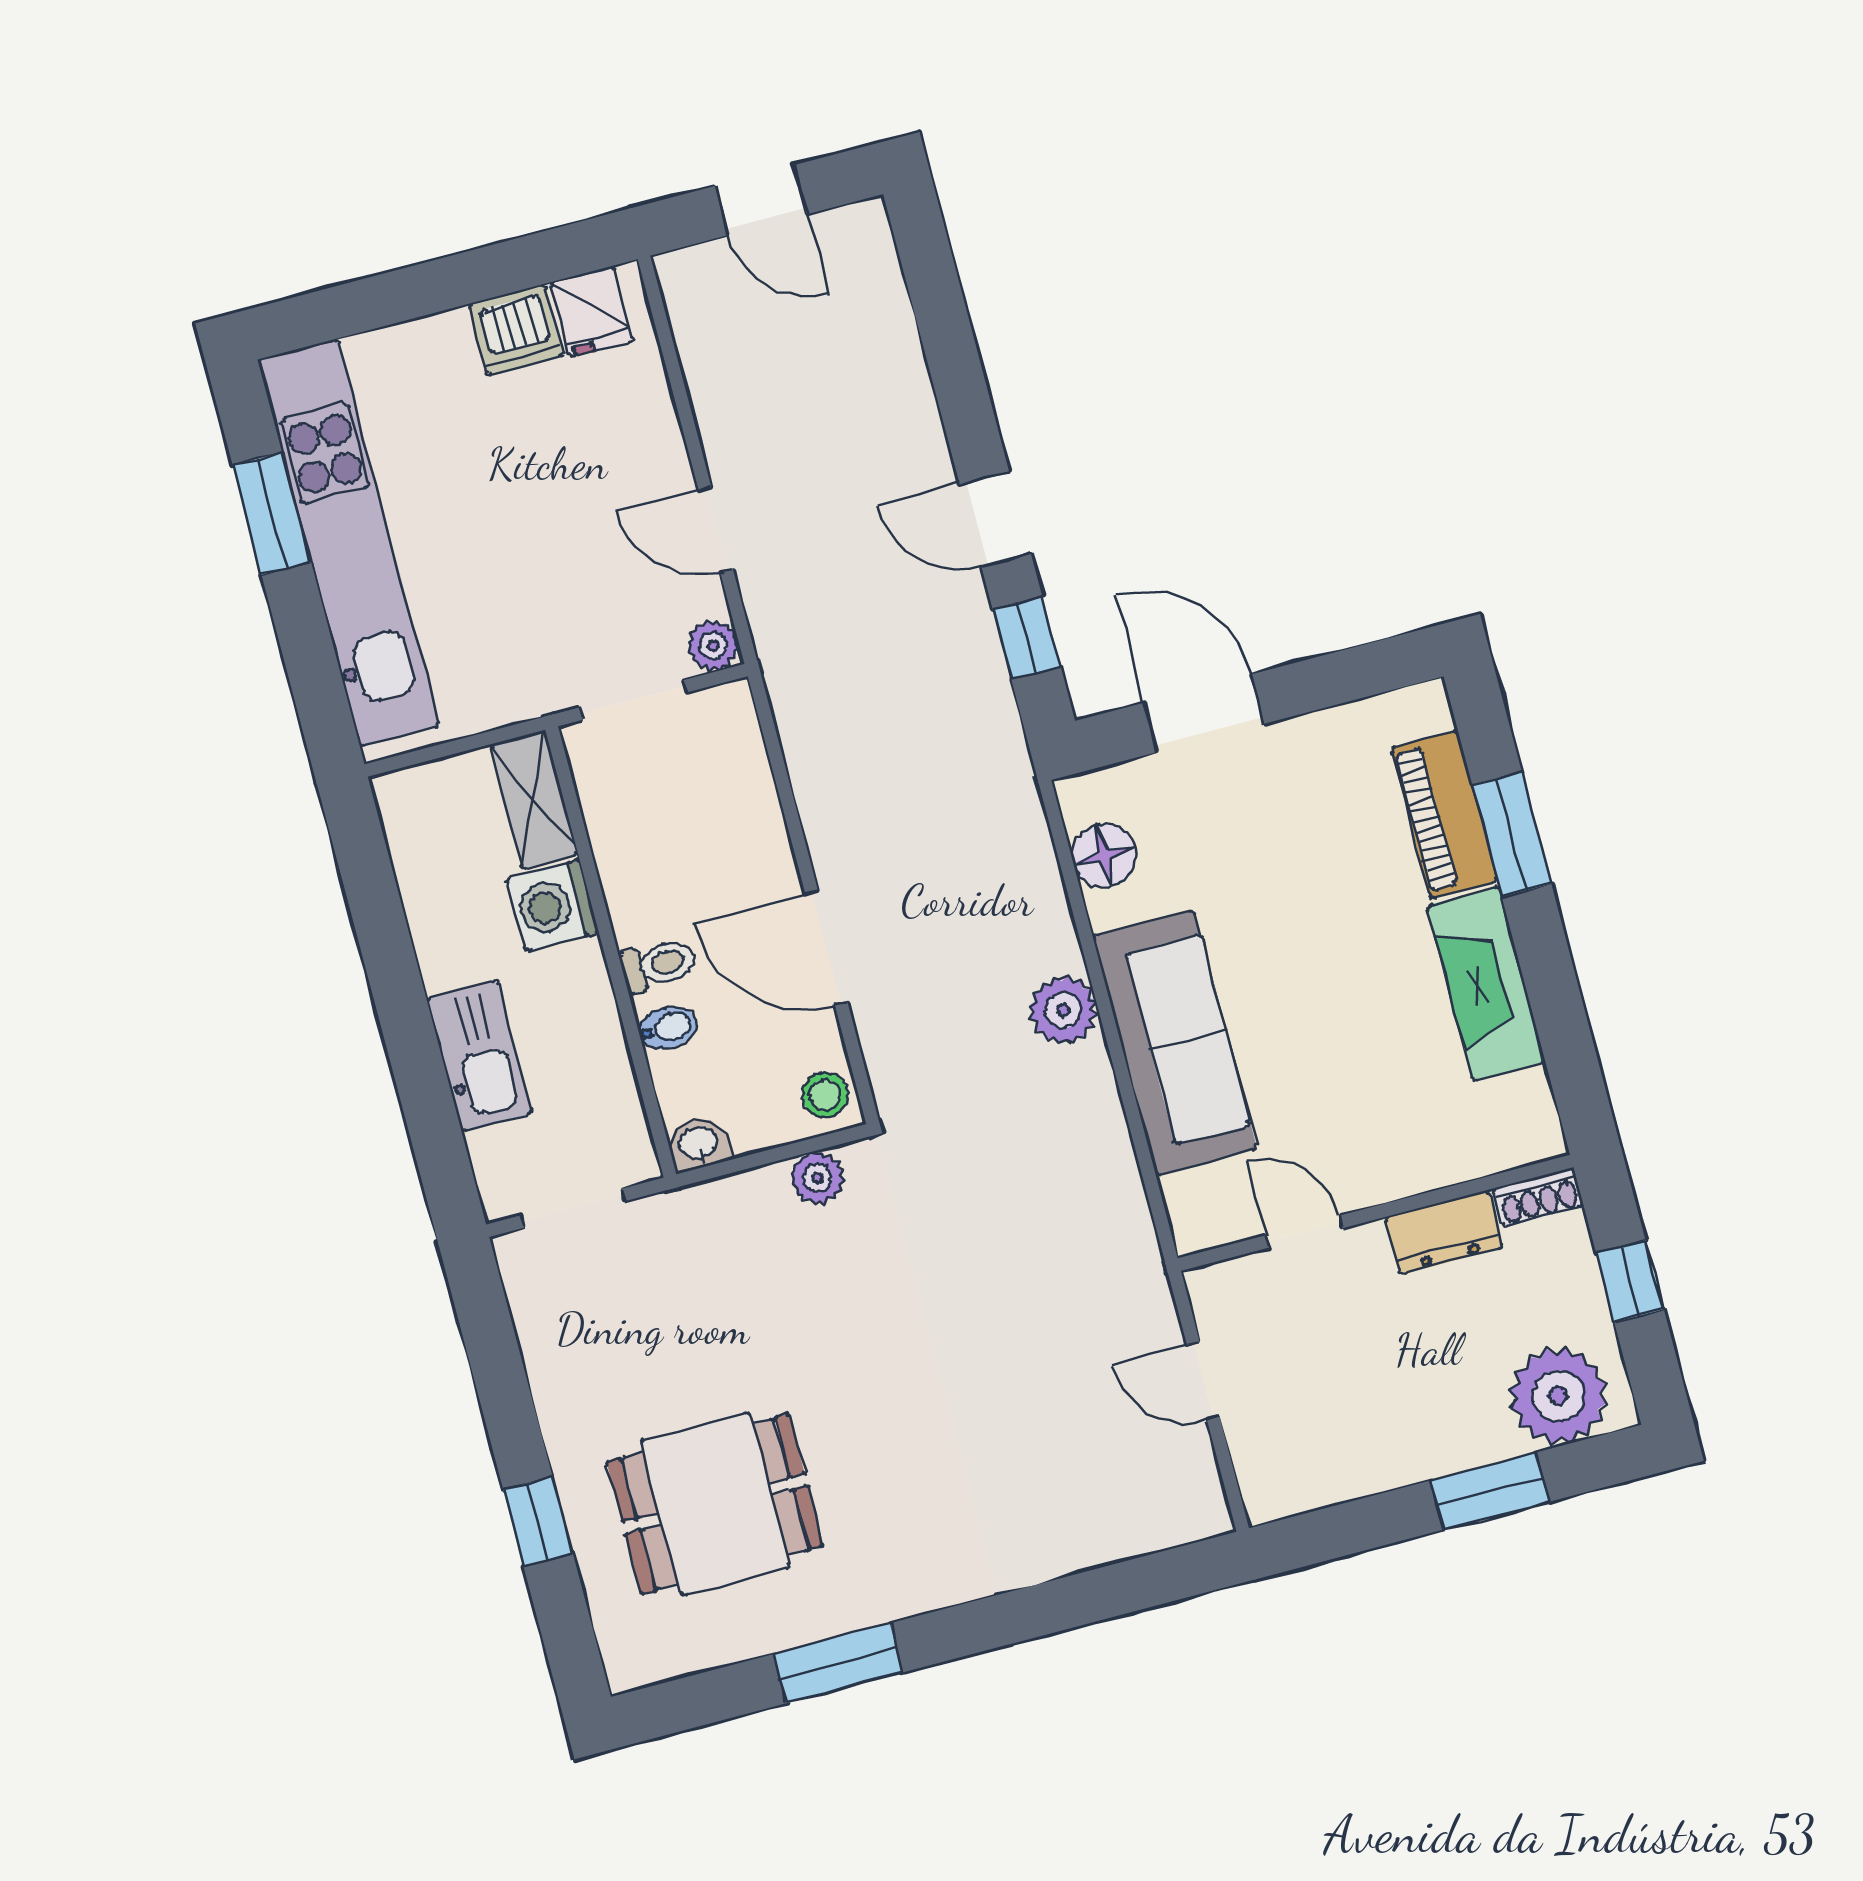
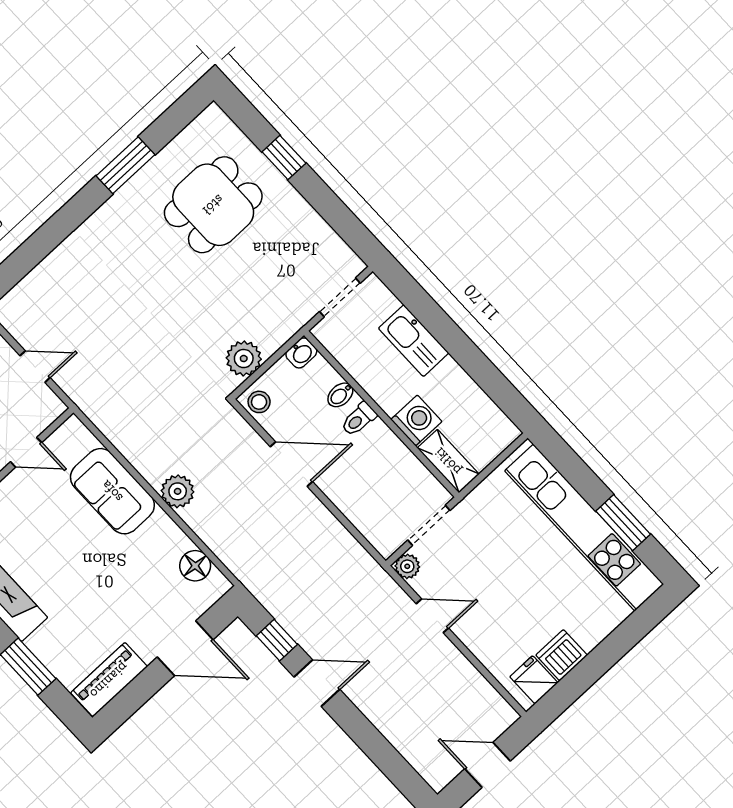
piano: (1444, 815) -> (109, 680), moved, turned -90
sofa: (1175, 1043) -> (112, 491), width x0.73
plant: (818, 1178) -> (244, 359), width x1.38, depth x1.38

